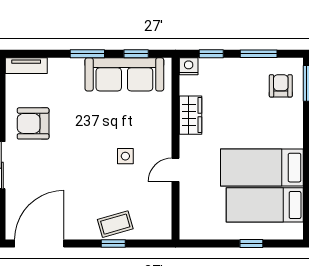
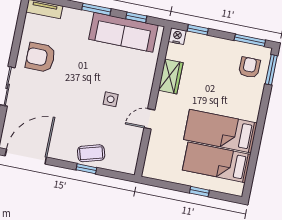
window: (259, 54) -> (250, 40), moved

